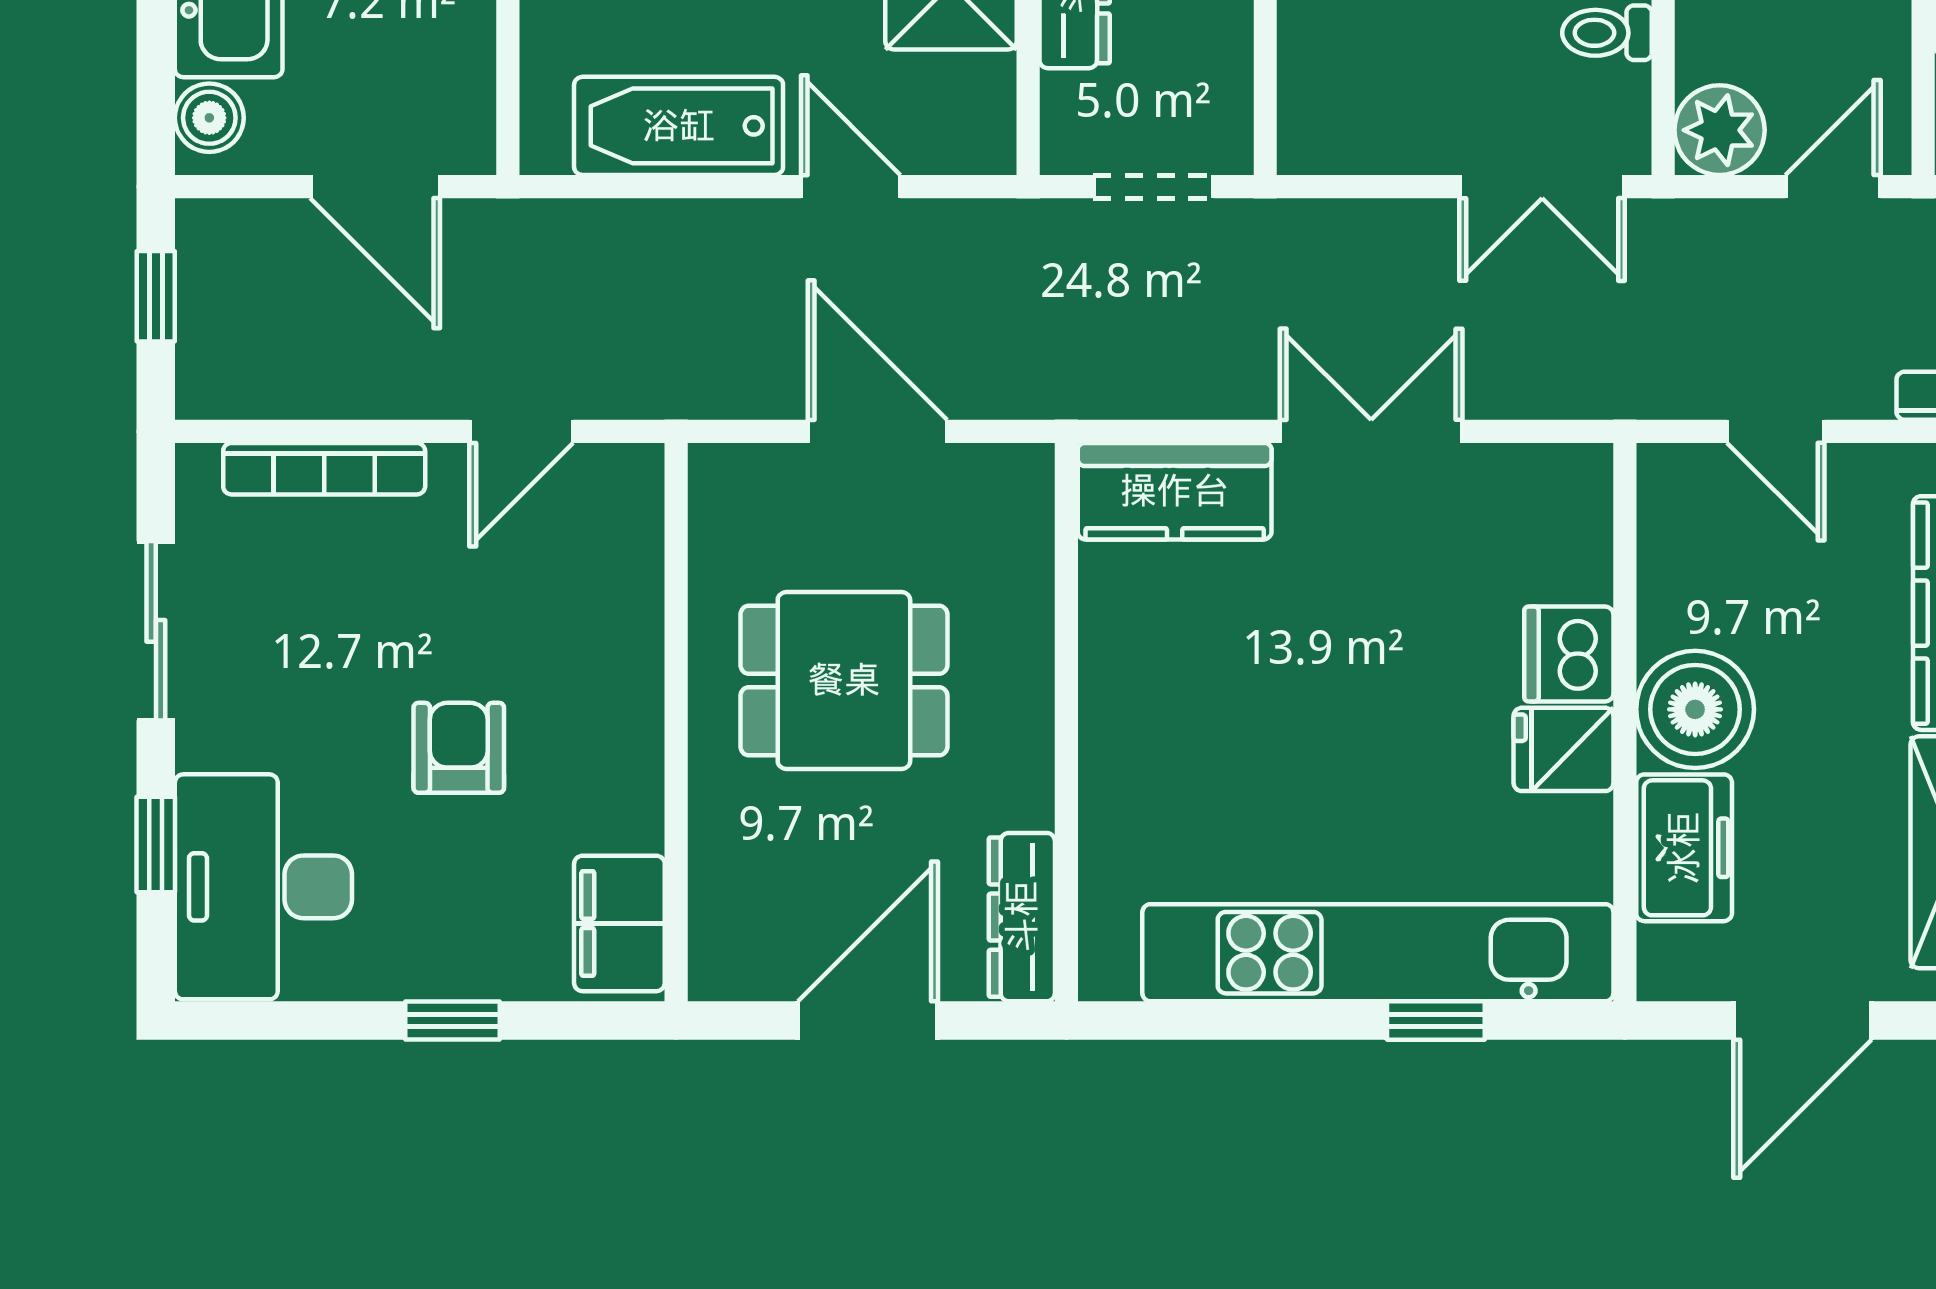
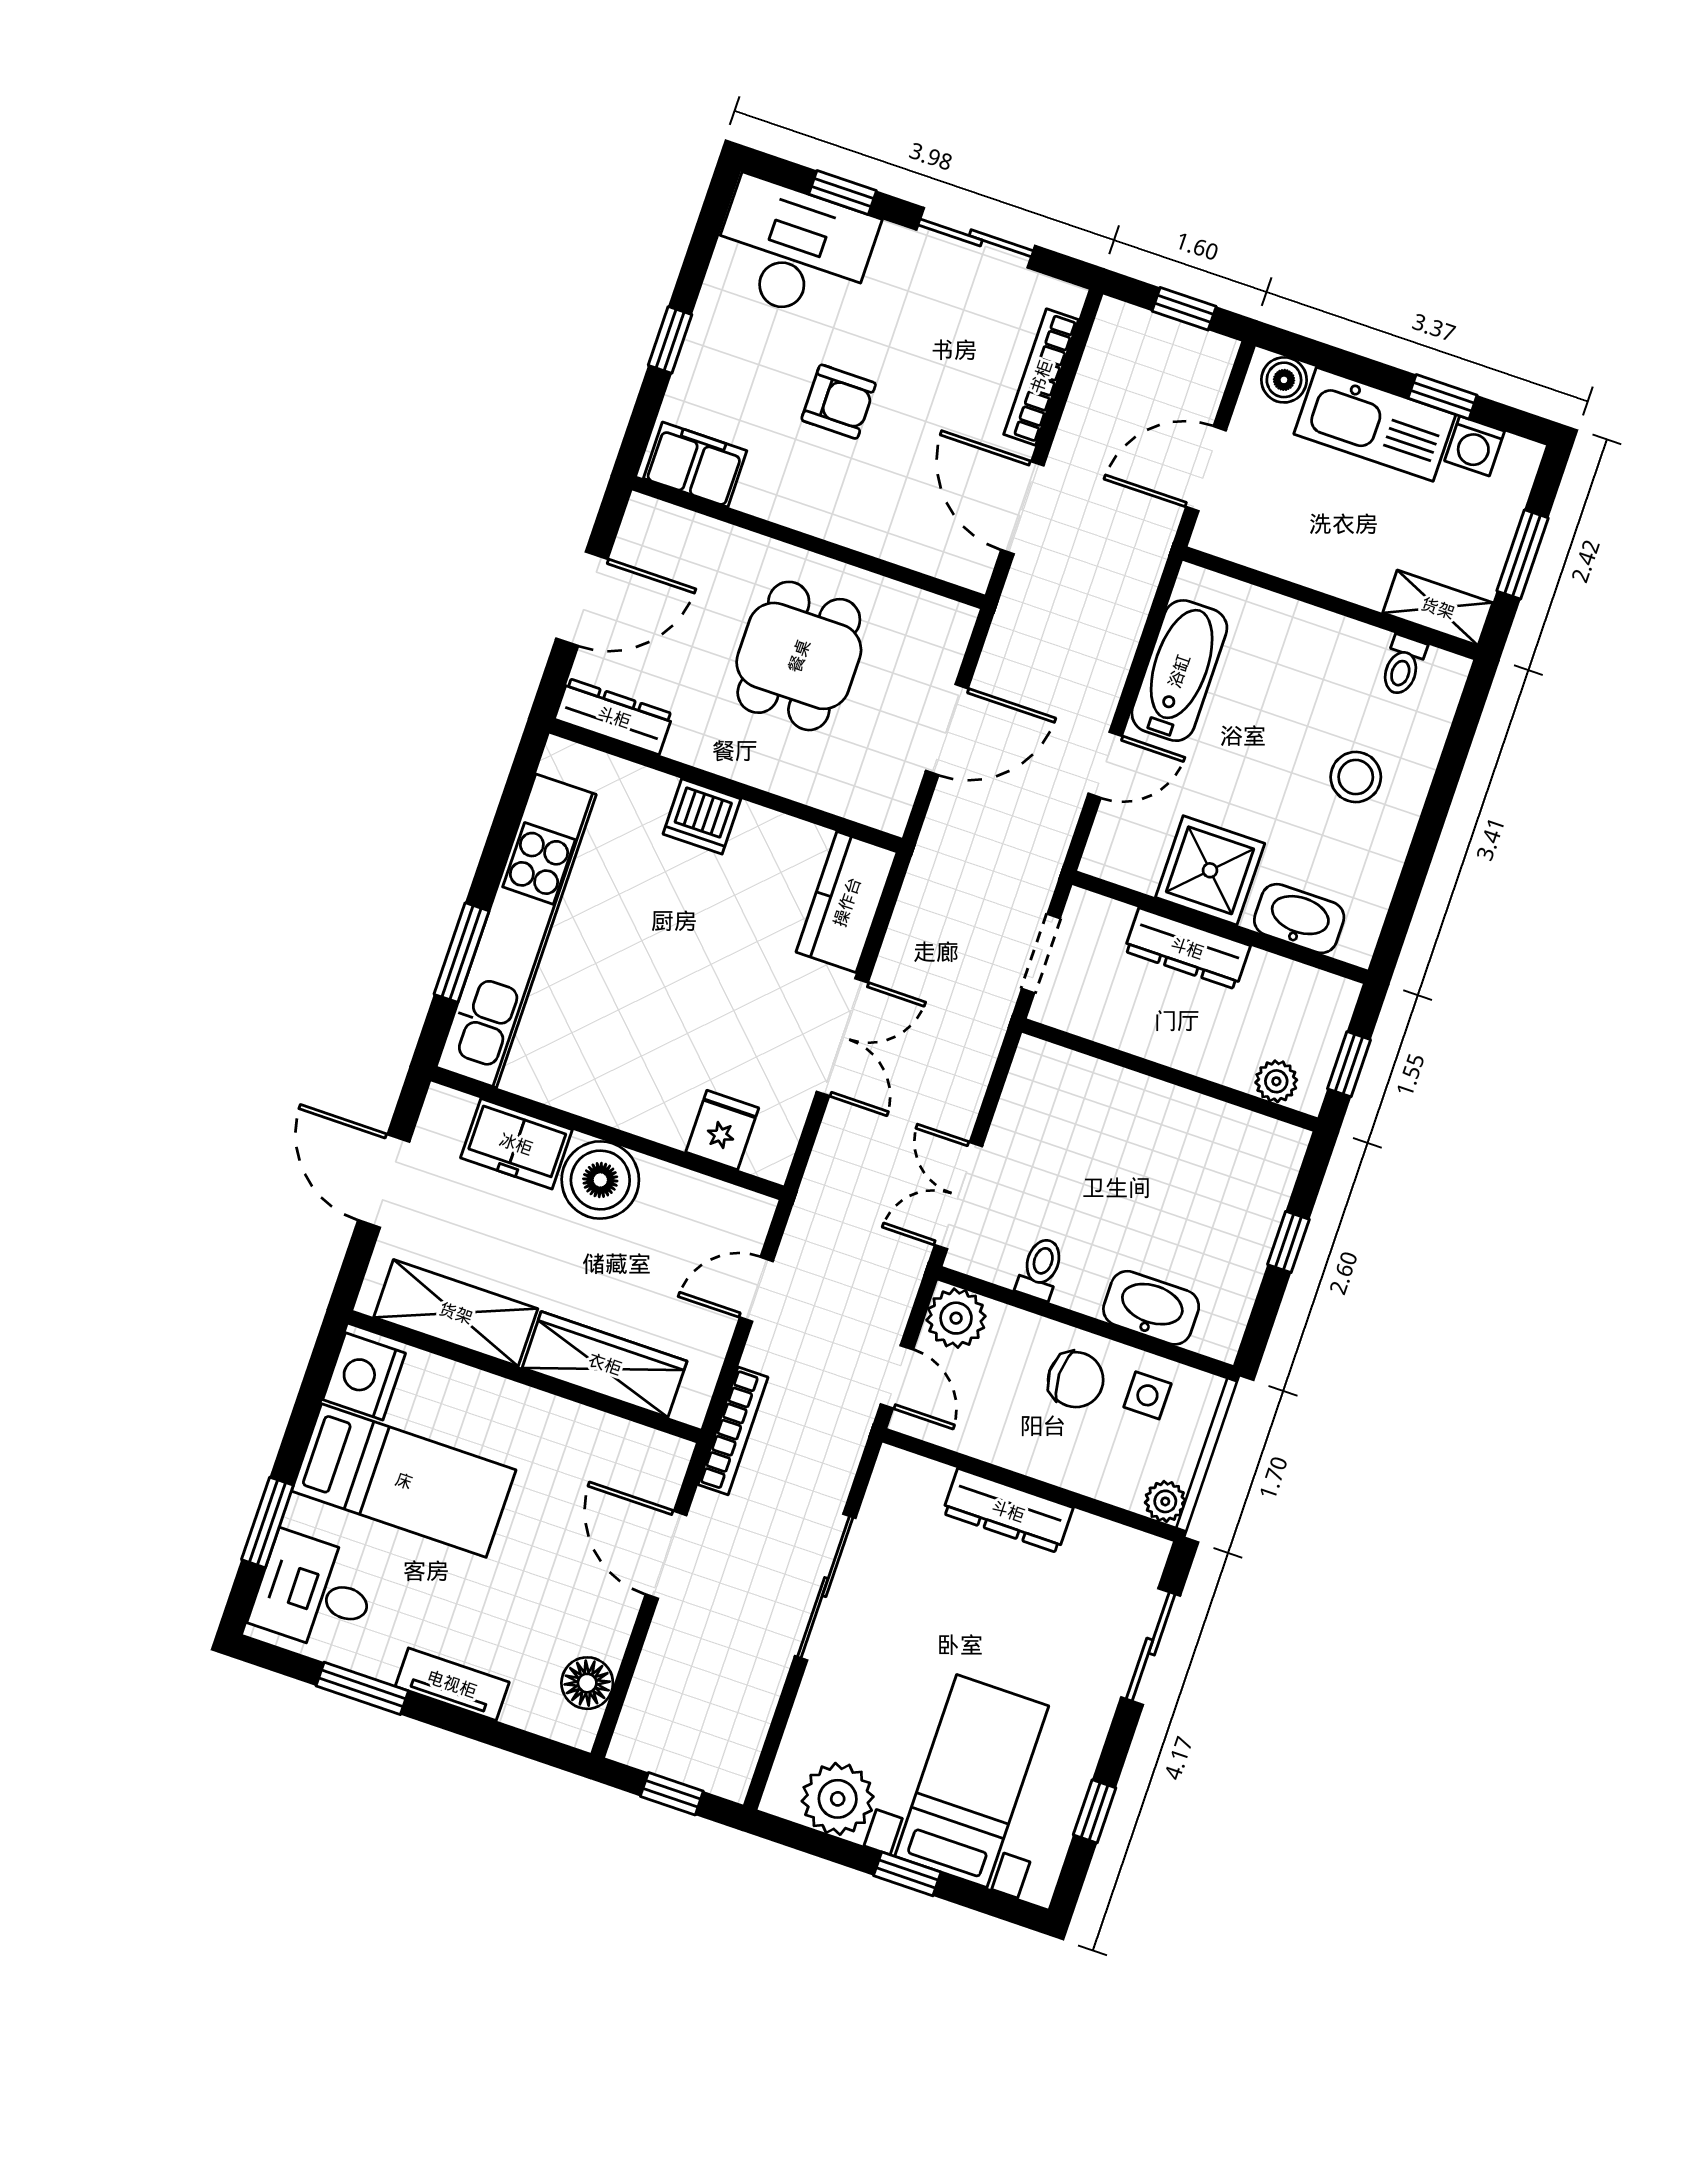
door: (521, 431) -> (1022, 508), width x1.38
dishwasher: (1569, 654) -> (702, 816), moved, turned 180
fridge: (1564, 749) -> (722, 1130), moved
door: (868, 1021) -> (582, 599), hinge flipped
window: (1436, 1021) -> (461, 953), width x1.50

